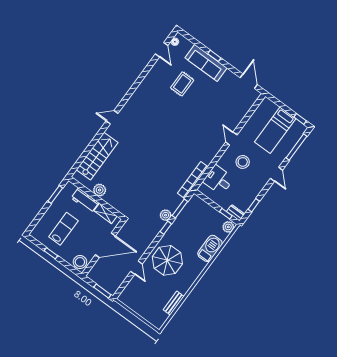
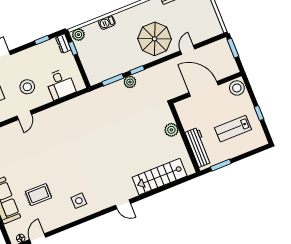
side table: (148, 99) -> (79, 201), added
bookcase: (193, 180) -> (84, 99), removed
plant: (100, 190) -> (171, 130), moved
workbench: (85, 200) -> (198, 147), width x1.38
shelving: (105, 213) -> (185, 118), removed
barbecue: (210, 248) -> (107, 23), width x0.53, depth x0.65

